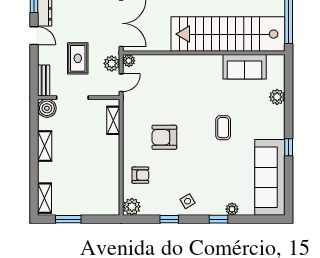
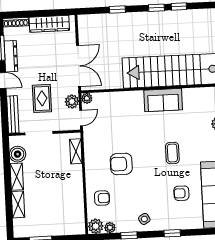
sofa: (245, 67) -> (163, 100), moved
bench: (44, 81) -> (13, 114), width x1.36
boiler: (47, 108) -> (18, 154), moved
armchair: (231, 174) -> (181, 193), added
shelving: (45, 198) -> (18, 204), moved
plant: (232, 209) -> (110, 228), moved

